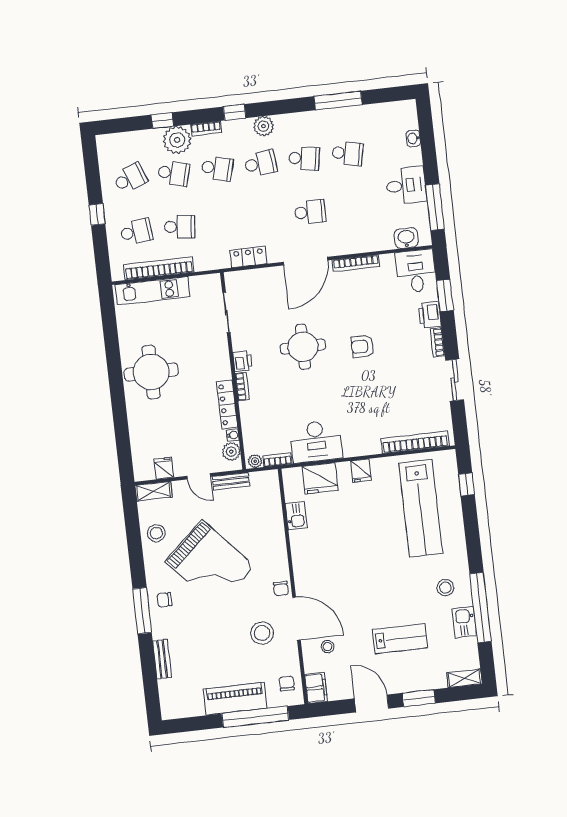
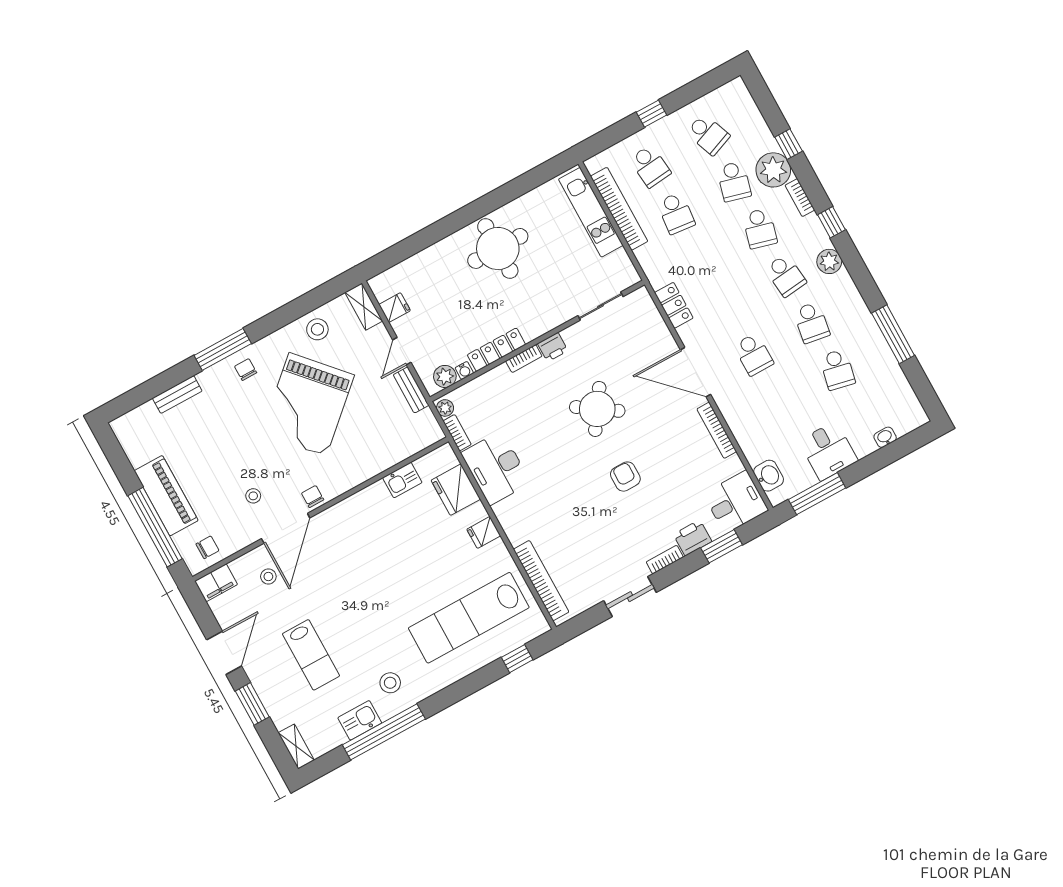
round table: (303, 347) -> (597, 409), turned 34
chair: (281, 588) -> (313, 497), turned 90
stool: (262, 633) -> (253, 496), width x0.53, depth x0.53

